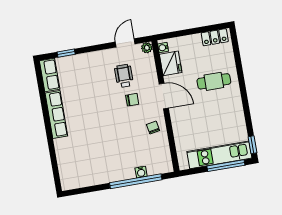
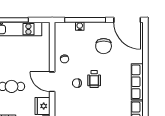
wheelchair: (124, 76) -> (94, 79), moved
chair: (107, 152) -> (104, 46), added
door: (83, 190) -> (127, 20), added

